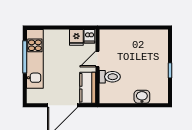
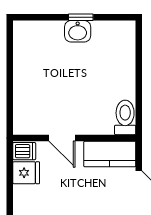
toilet: (110, 77) -> (125, 117), moved
washbasin: (142, 97) -> (78, 31), moved, turned -90

